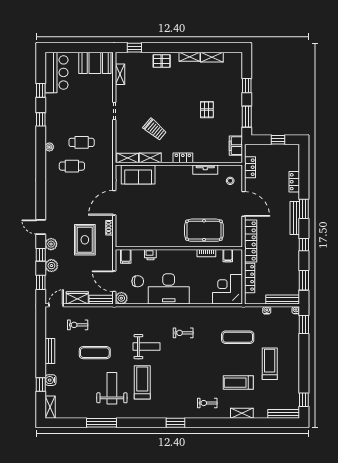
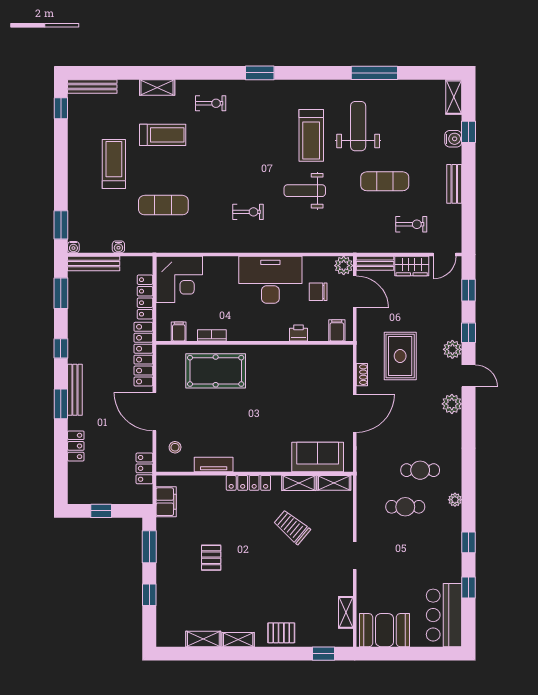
locker: (183, 158) -> (248, 483), width x1.53
plant: (51, 266) -> (452, 404), moved
treadmill: (270, 364) -> (114, 164), turned 180
weight bench: (112, 388) -> (358, 126), turned 180

